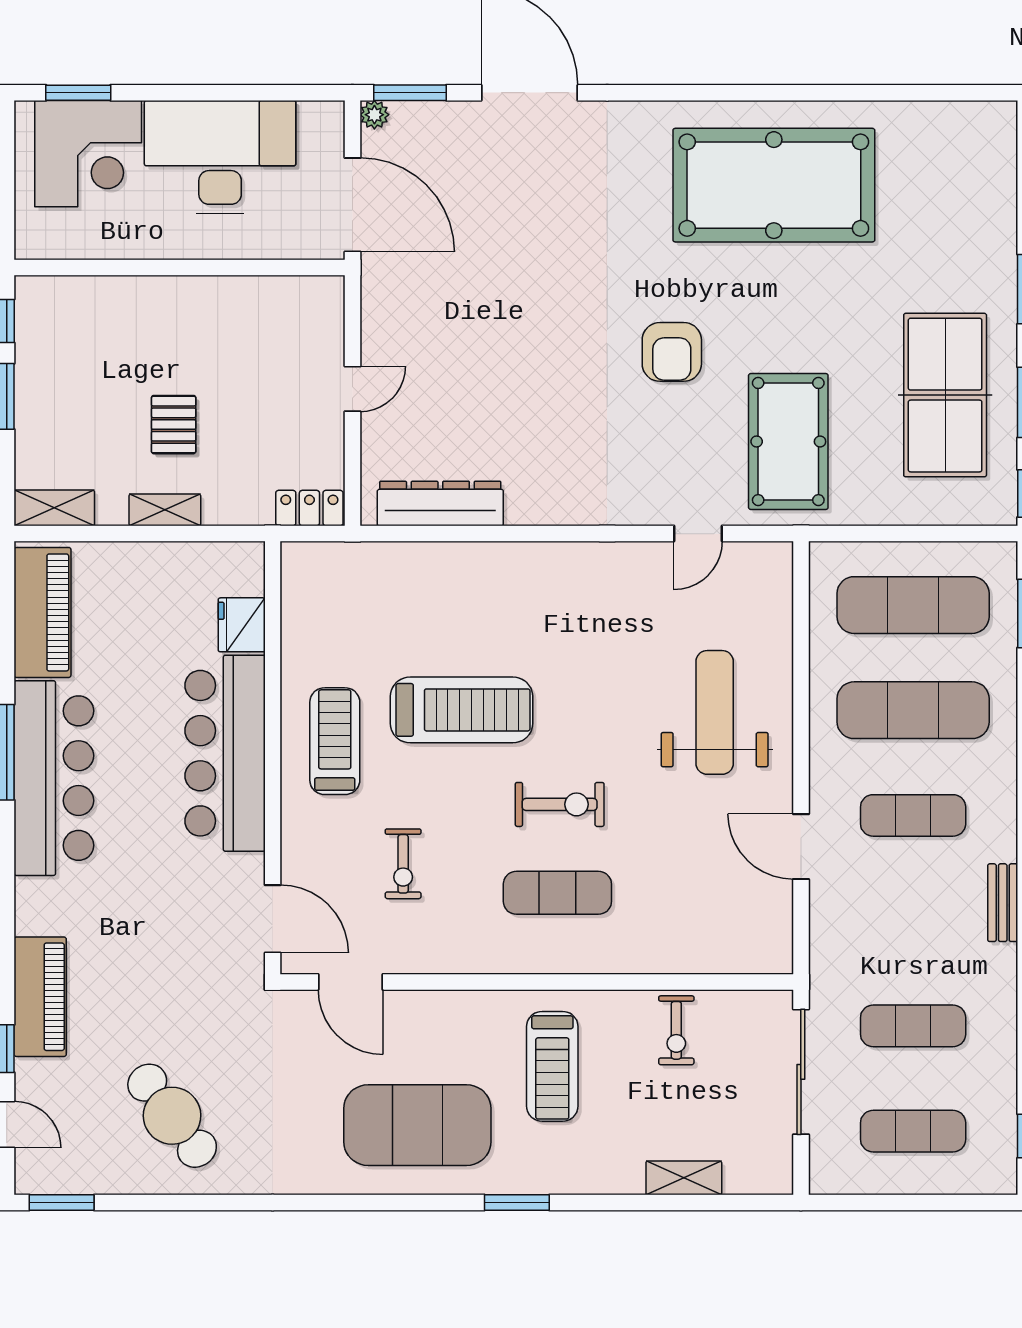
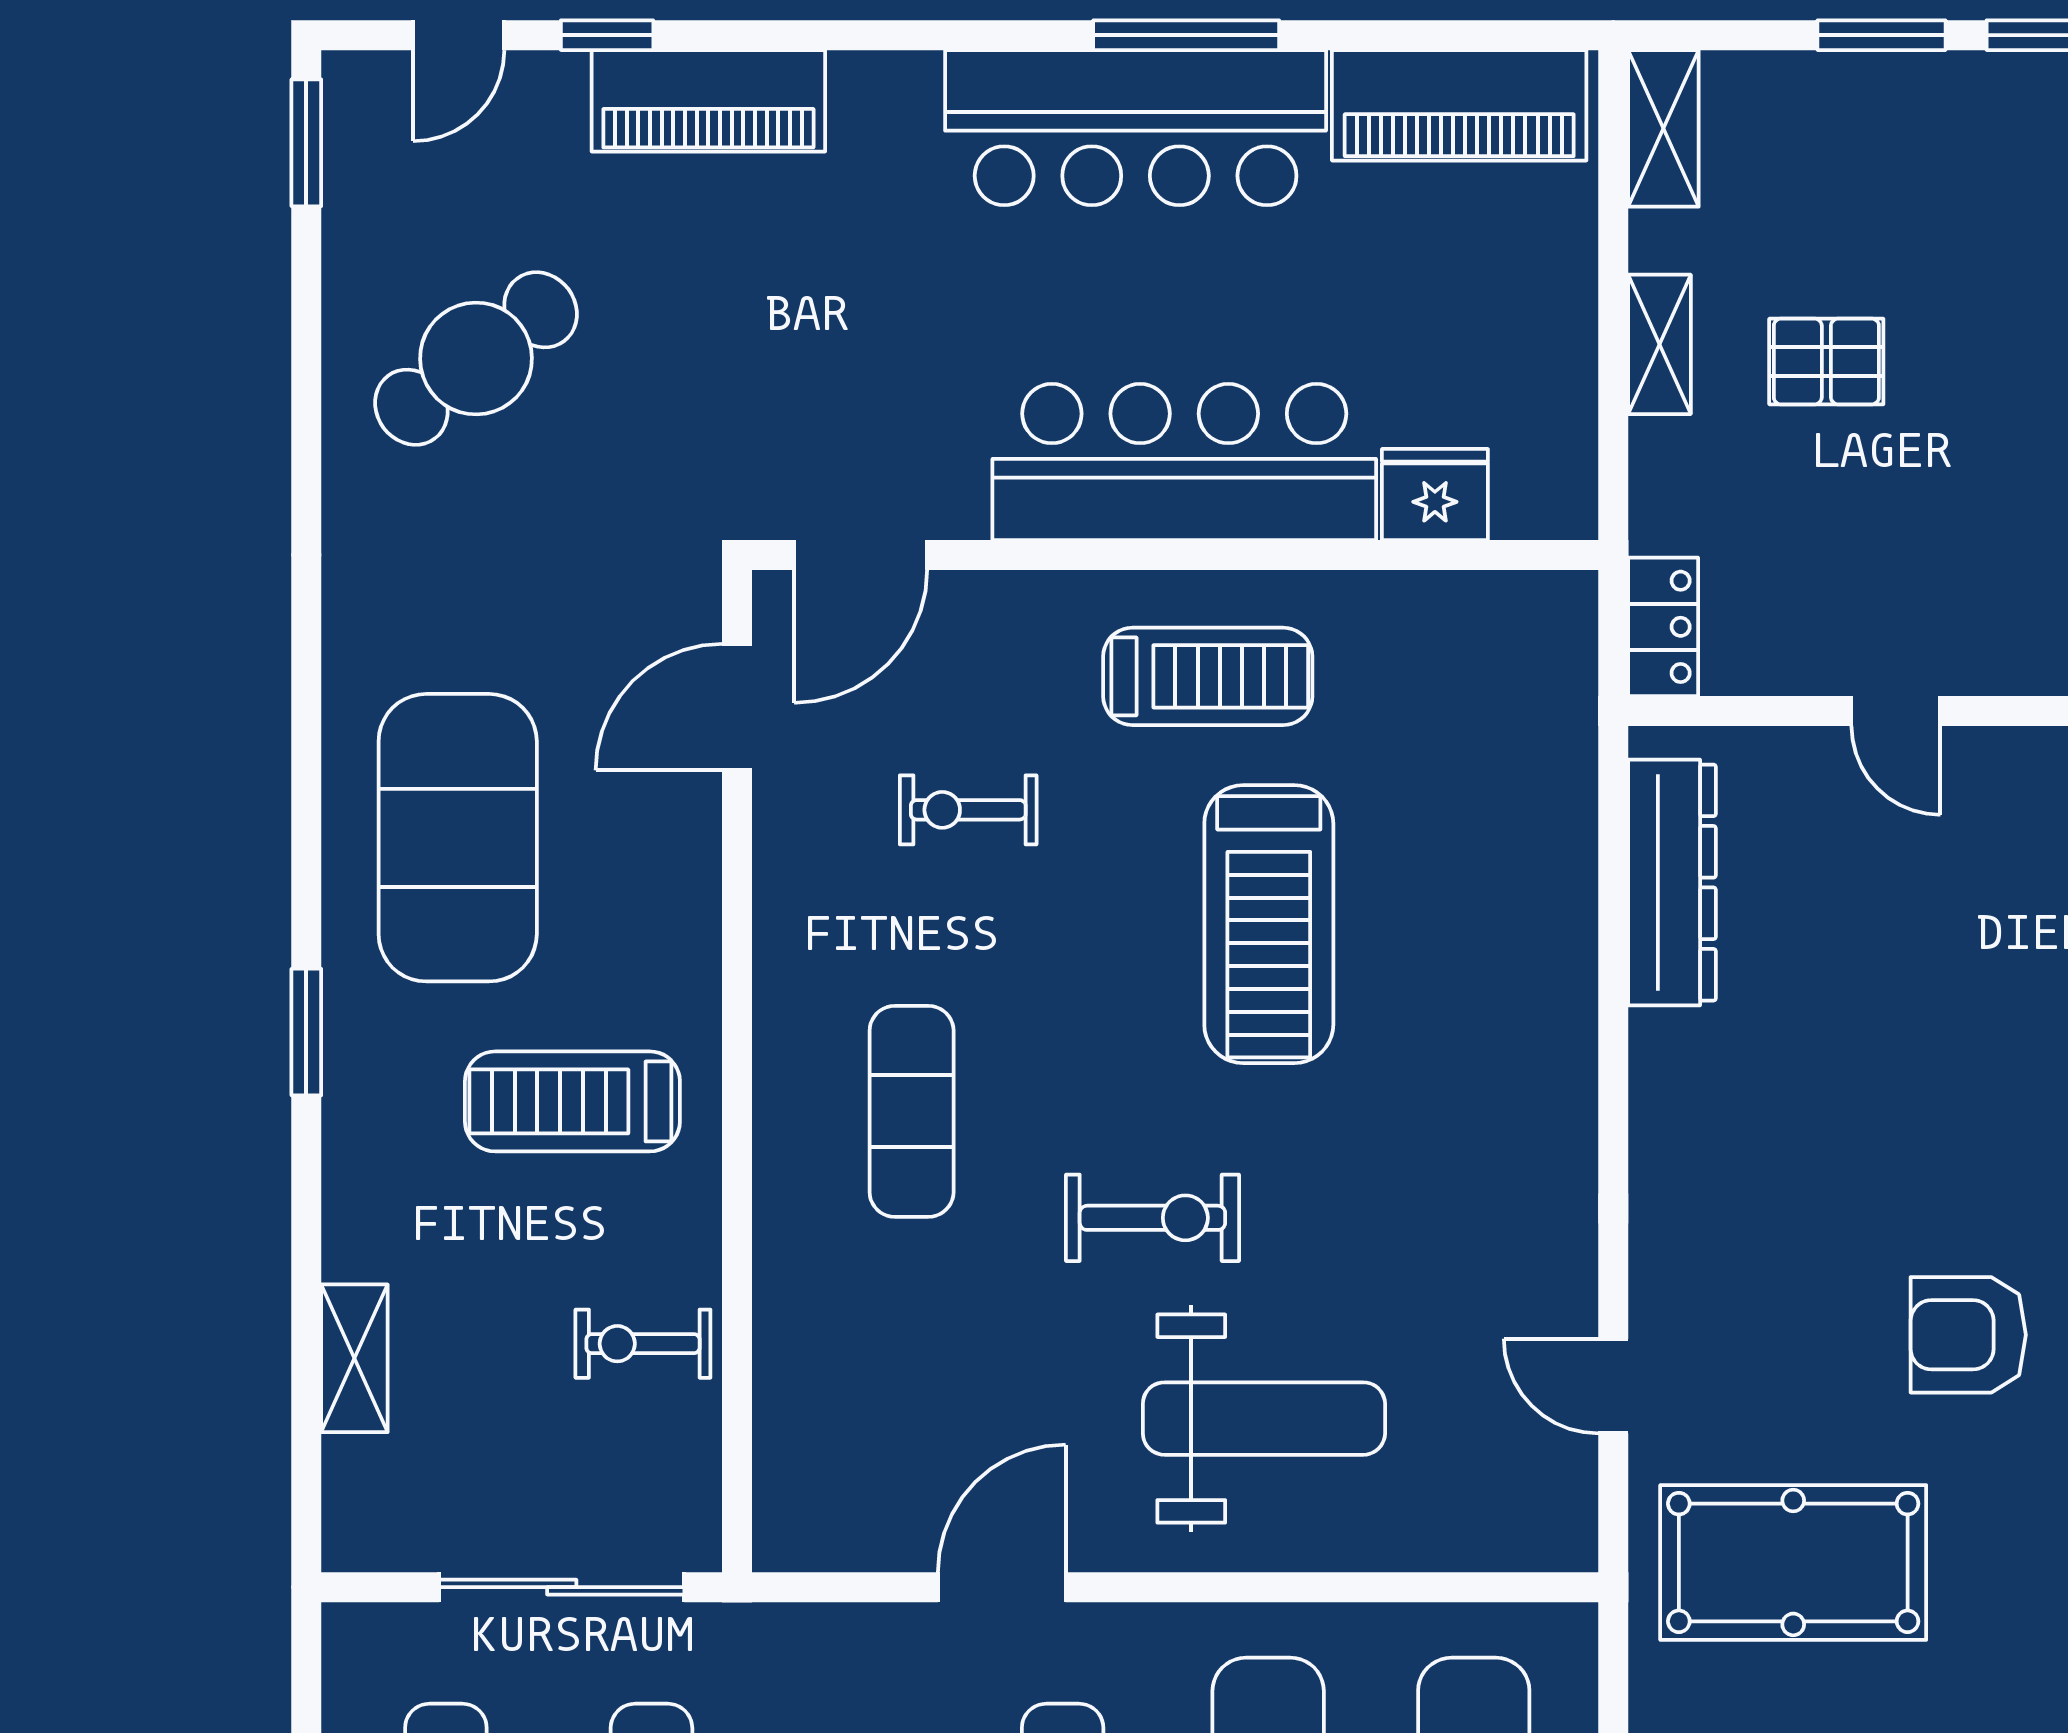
exercise bike: (560, 804) -> (1152, 1218), moved, turned -90

